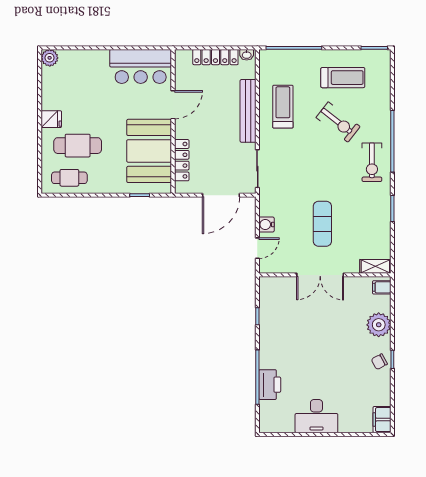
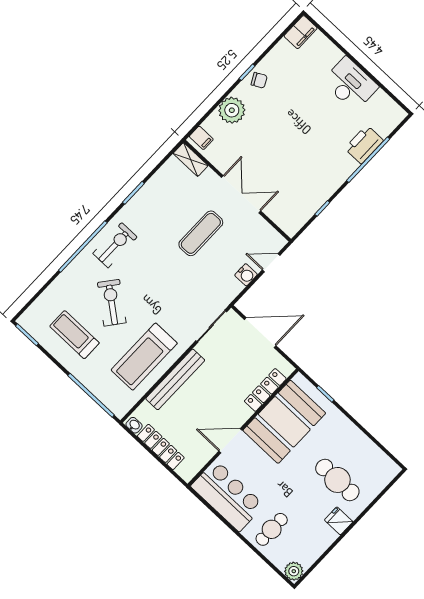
treadmill: (283, 107) -> (144, 357), width x1.37, depth x1.38
cafe table: (69, 178) -> (272, 529), moved, turned 90

